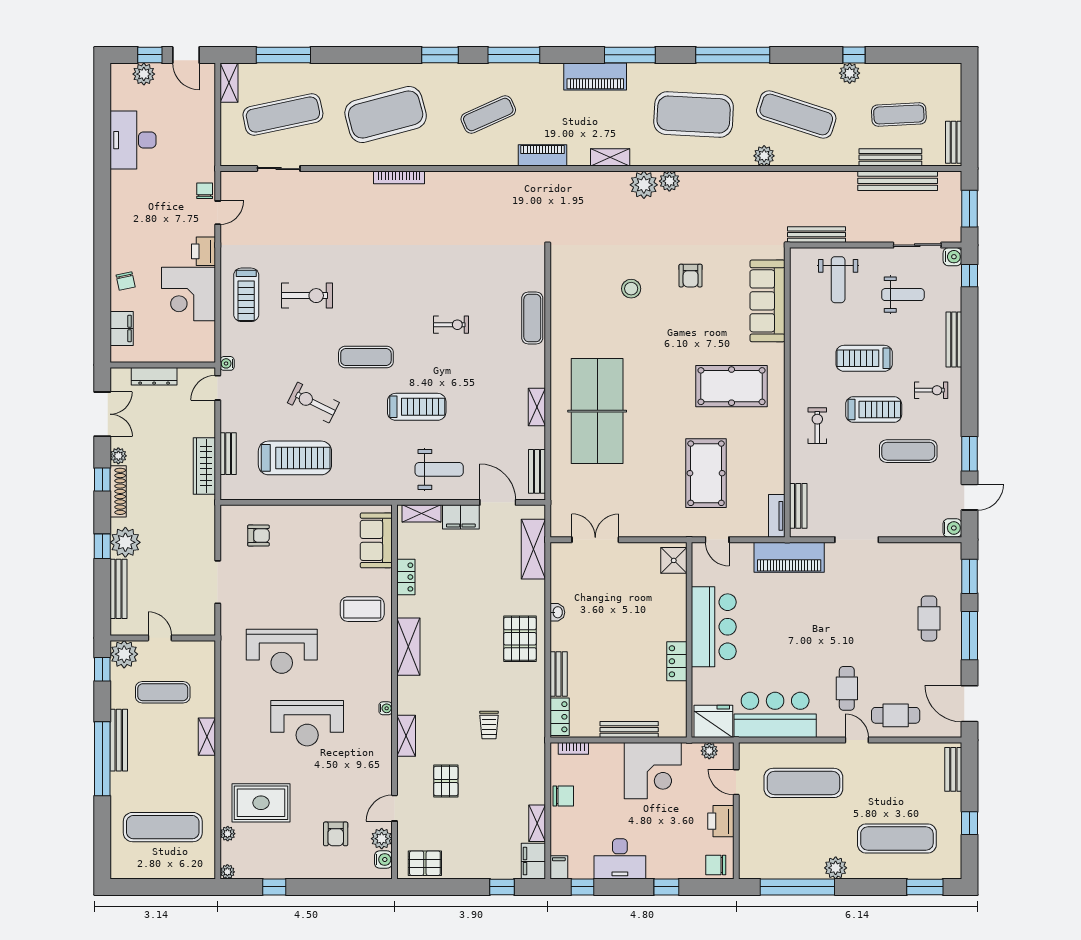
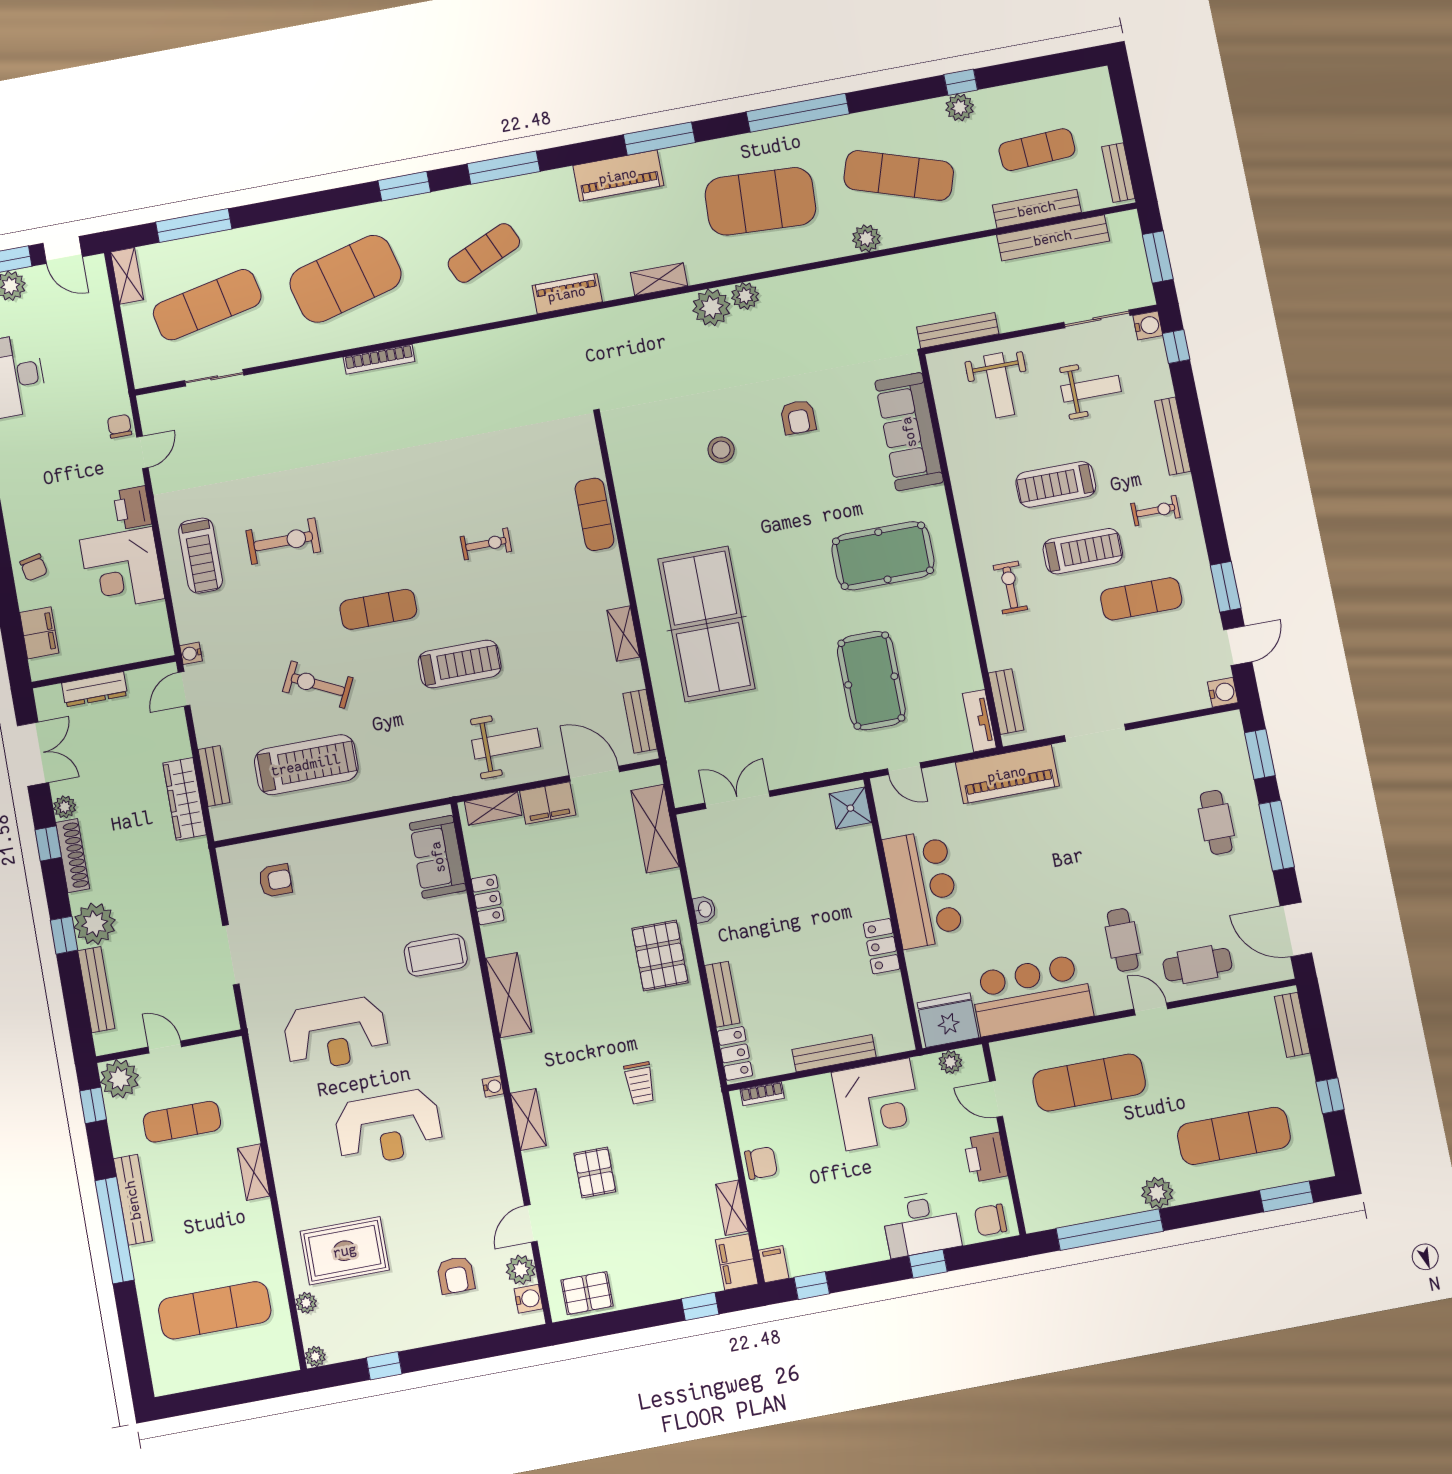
desk: (620, 859) -> (921, 1224), moved

